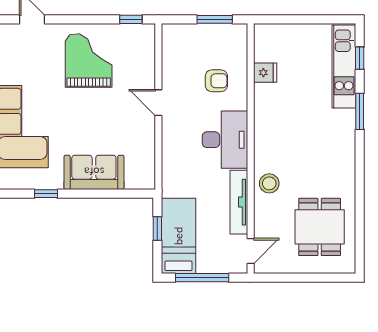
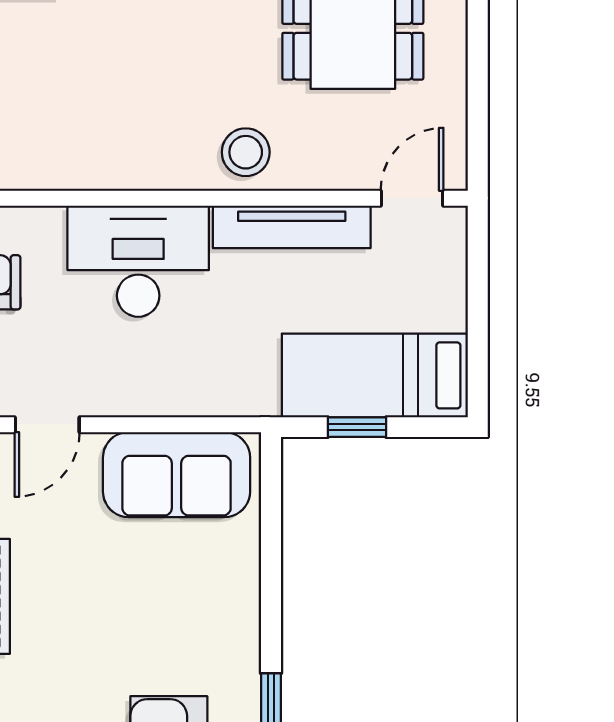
sofa: (94, 172) -> (177, 475), moved, turned -90
door: (251, 251) -> (412, 198), hinge flipped
window: (202, 278) -> (478, 317), removed

